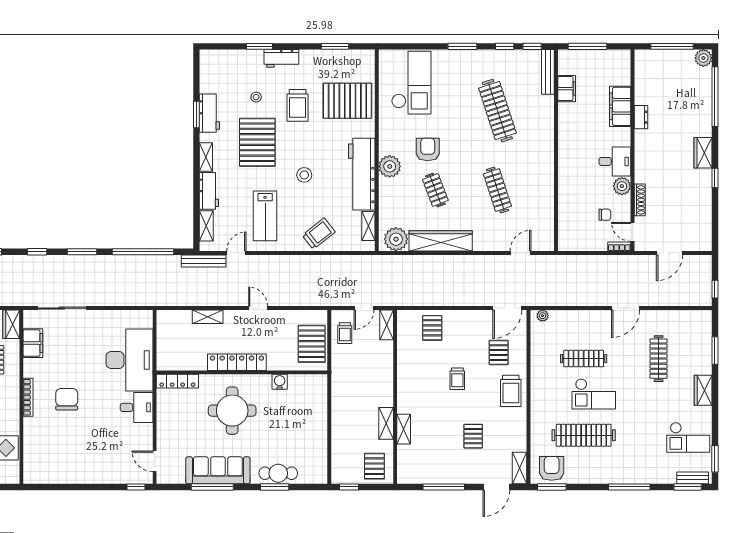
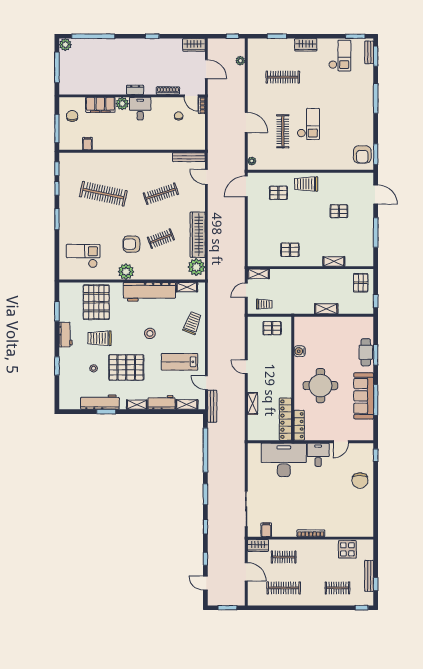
workbench: (281, 58) -> (66, 335), moved
chair: (605, 67) -> (72, 116), added
bench: (548, 72) -> (189, 157), moved
checkout: (411, 83) -> (83, 256), width x0.73, depth x0.83
filing cabinet: (567, 89) -> (87, 144), width x0.50
trolley: (298, 105) -> (100, 338), turned 180
clothes rail: (497, 111) -> (103, 194), turned 30
workbench: (209, 113) -> (100, 402), width x1.38
dresser: (641, 117) -> (135, 90), moved
wardrobe: (703, 153) -> (194, 45), moved
plant: (390, 166) -> (126, 272), moved
plant: (622, 186) -> (122, 104), moved
lab bench: (265, 216) -> (179, 362), turned 180
door: (633, 232) -> (191, 96), hinge flipped
trolley: (319, 234) -> (192, 323), turned 59
plant: (681, 300) -> (240, 61), added
door: (258, 308) -> (246, 367), hinge flipped
door: (364, 308) -> (246, 290), swing flipped
door: (507, 308) -> (246, 187), swing flipped
door: (625, 308) -> (246, 122), moved
pallet: (432, 328) -> (290, 250), moved
filing cabinet: (33, 343) -> (266, 530), width x0.50
pallet: (312, 344) -> (272, 328), width x0.67, depth x0.71
locker: (237, 362) -> (285, 419), moved
trolley: (457, 379) -> (297, 223), removed
trolley: (511, 391) -> (306, 184), turned 180
chair: (67, 399) -> (360, 481), moved, turned -90
shelving: (386, 423) -> (326, 309), moved
clothes rail: (584, 435) -> (338, 131), removed
door: (155, 461) -> (341, 442), moved
pallet: (374, 466) -> (361, 283), turned 90
shelving: (519, 468) -> (362, 178), removed
armchair: (552, 468) -> (362, 154), turned -90

